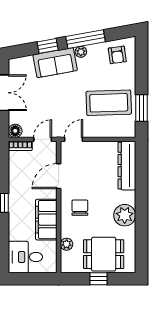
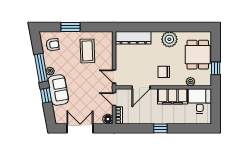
coffee table: (109, 103) -> (87, 51), width x0.73, depth x0.76
window: (141, 108) -> (70, 27), moved
door: (59, 176) -> (141, 87), hinge flipped
desk: (25, 257) -> (200, 101), moved, turned 180
window: (99, 279) -> (216, 68), moved

